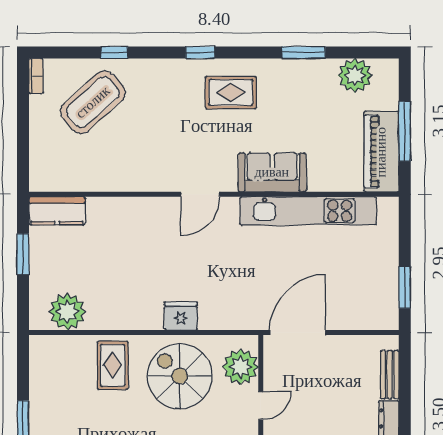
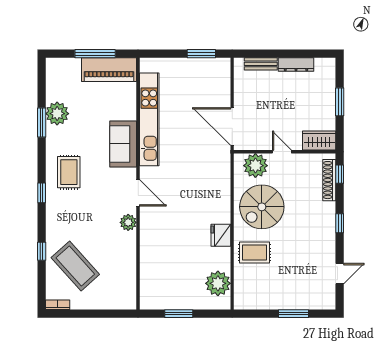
plant: (355, 75) -> (57, 114), moved
plant: (157, 180) -> (128, 222), added
kitchen counter: (57, 211) -> (149, 290), removed
fridge: (181, 316) -> (221, 235), moved

